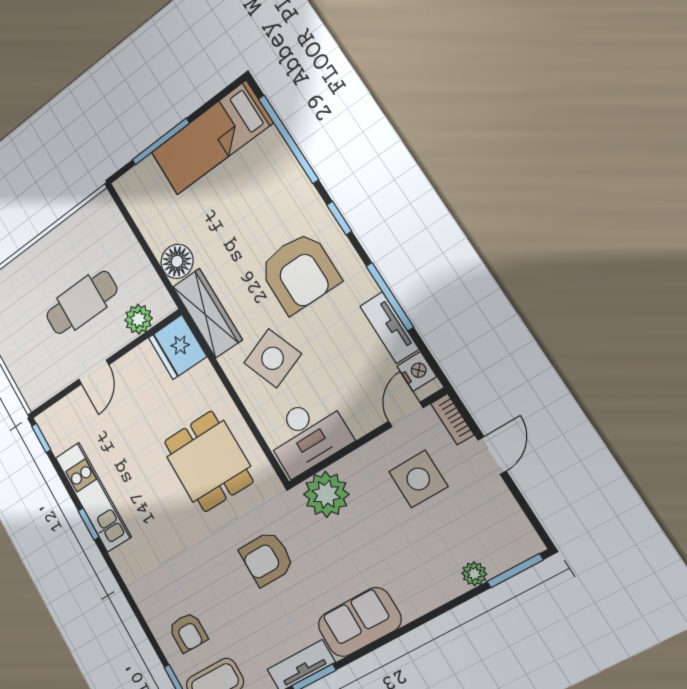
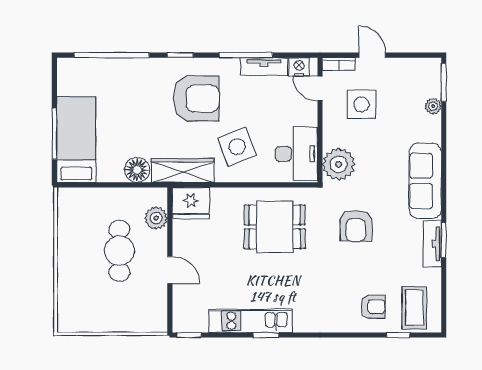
bed: (211, 138) -> (76, 139), moved, turned 180
sofa: (359, 622) -> (425, 181), width x1.36

